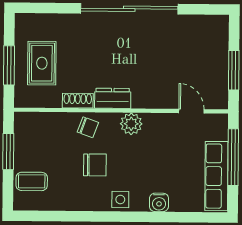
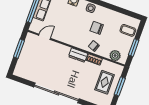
door: (191, 111) -> (45, 37), swing flipped
plant: (131, 124) -> (115, 56), moved

